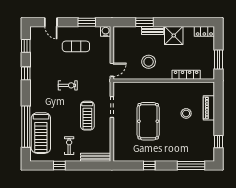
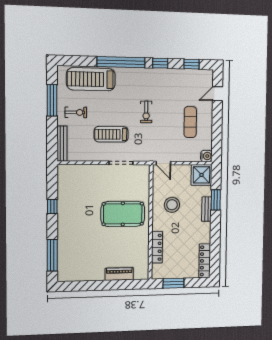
window: (87, 22) -> (217, 135), removed
locker: (204, 31) -> (205, 261), width x1.53
shower: (174, 36) -> (202, 175), moved
stool: (186, 113) -> (113, 248), removed
pool table: (148, 121) -> (123, 214), moved
window: (26, 127) -> (121, 62), moved
window: (218, 142) -> (80, 286), removed
window: (59, 166) -> (52, 100), width x2.17

